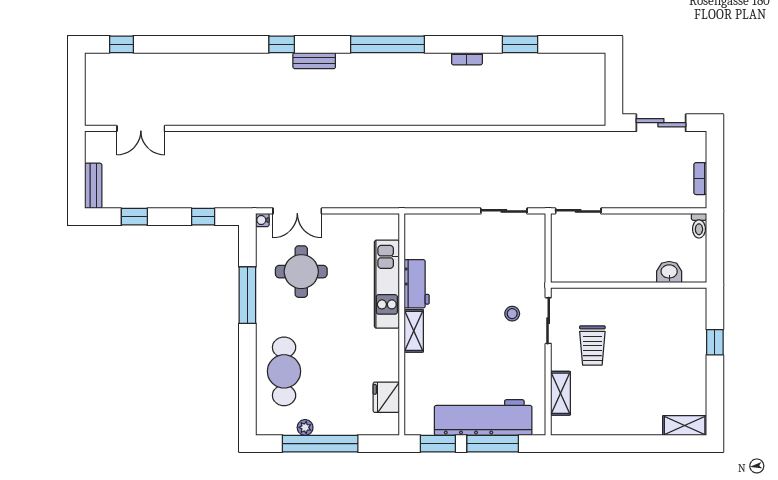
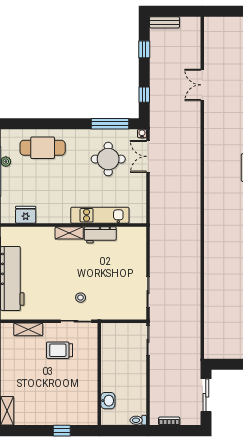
double door: (141, 128) -> (202, 85), moved
window: (247, 295) -> (110, 124), moved

